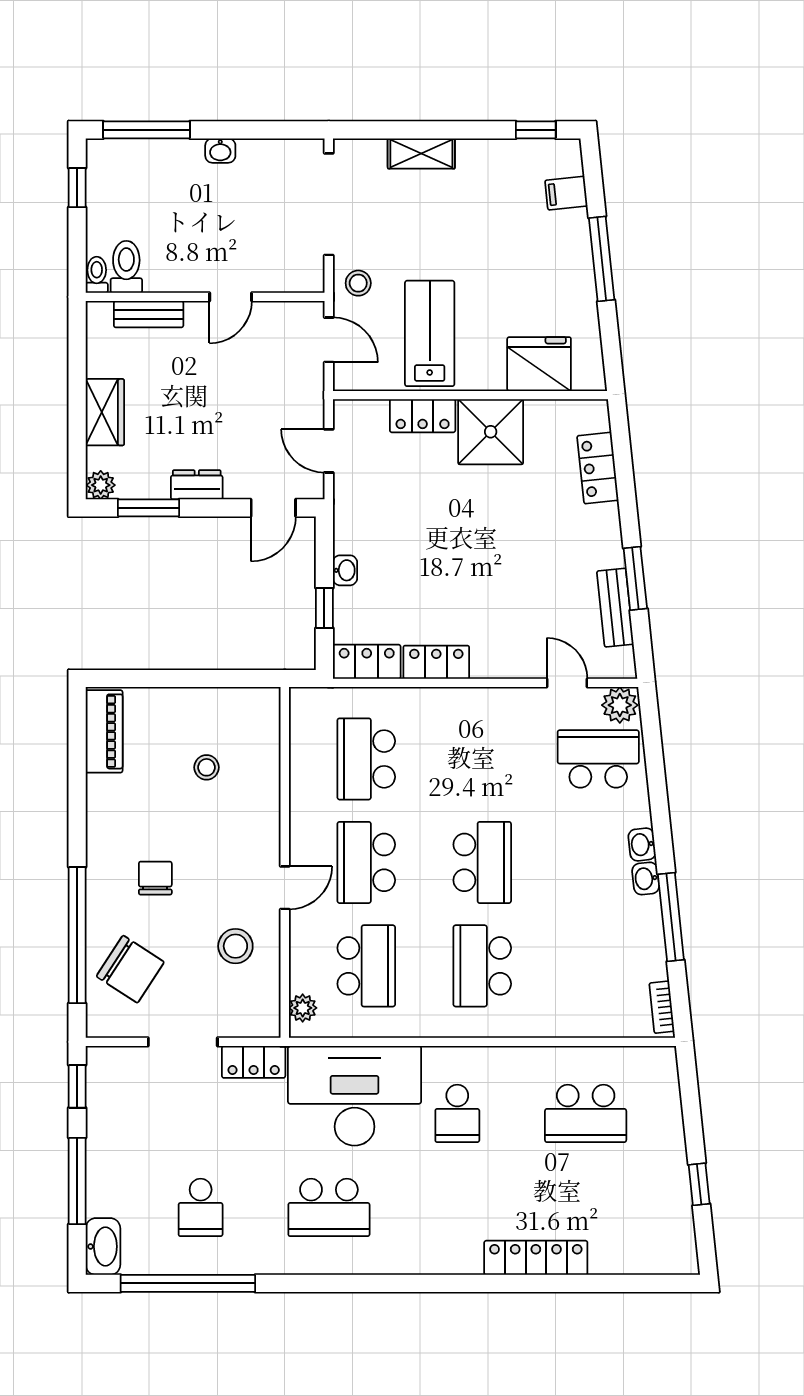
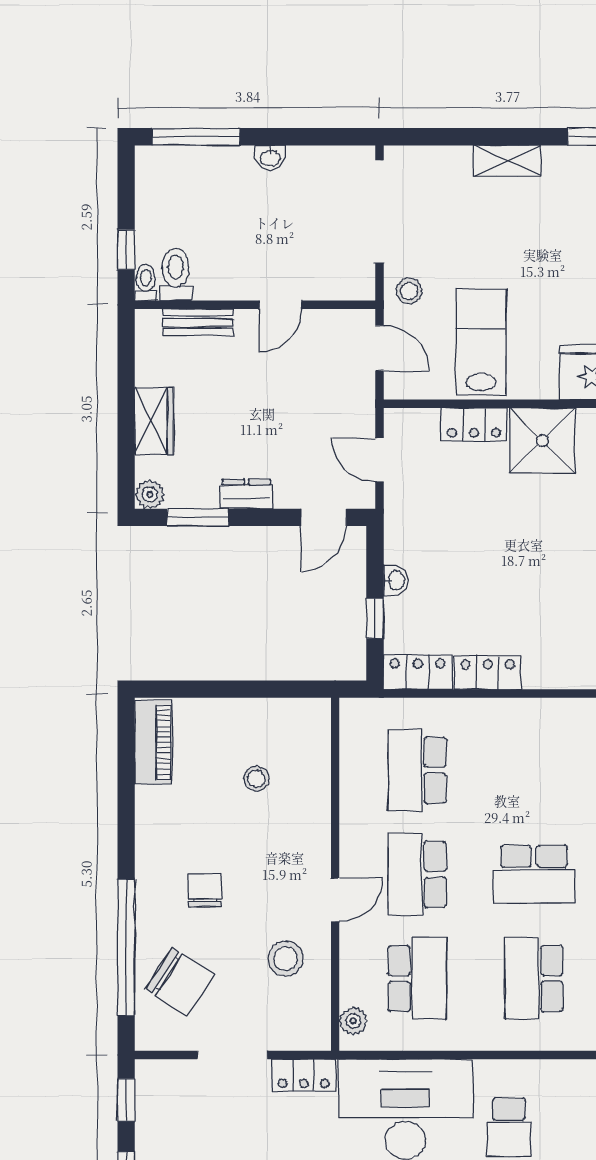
shelving: (421, 153) -> (507, 160), moved
window: (77, 188) -> (126, 250), moved
school desk: (482, 862) -> (534, 874), turned 90

